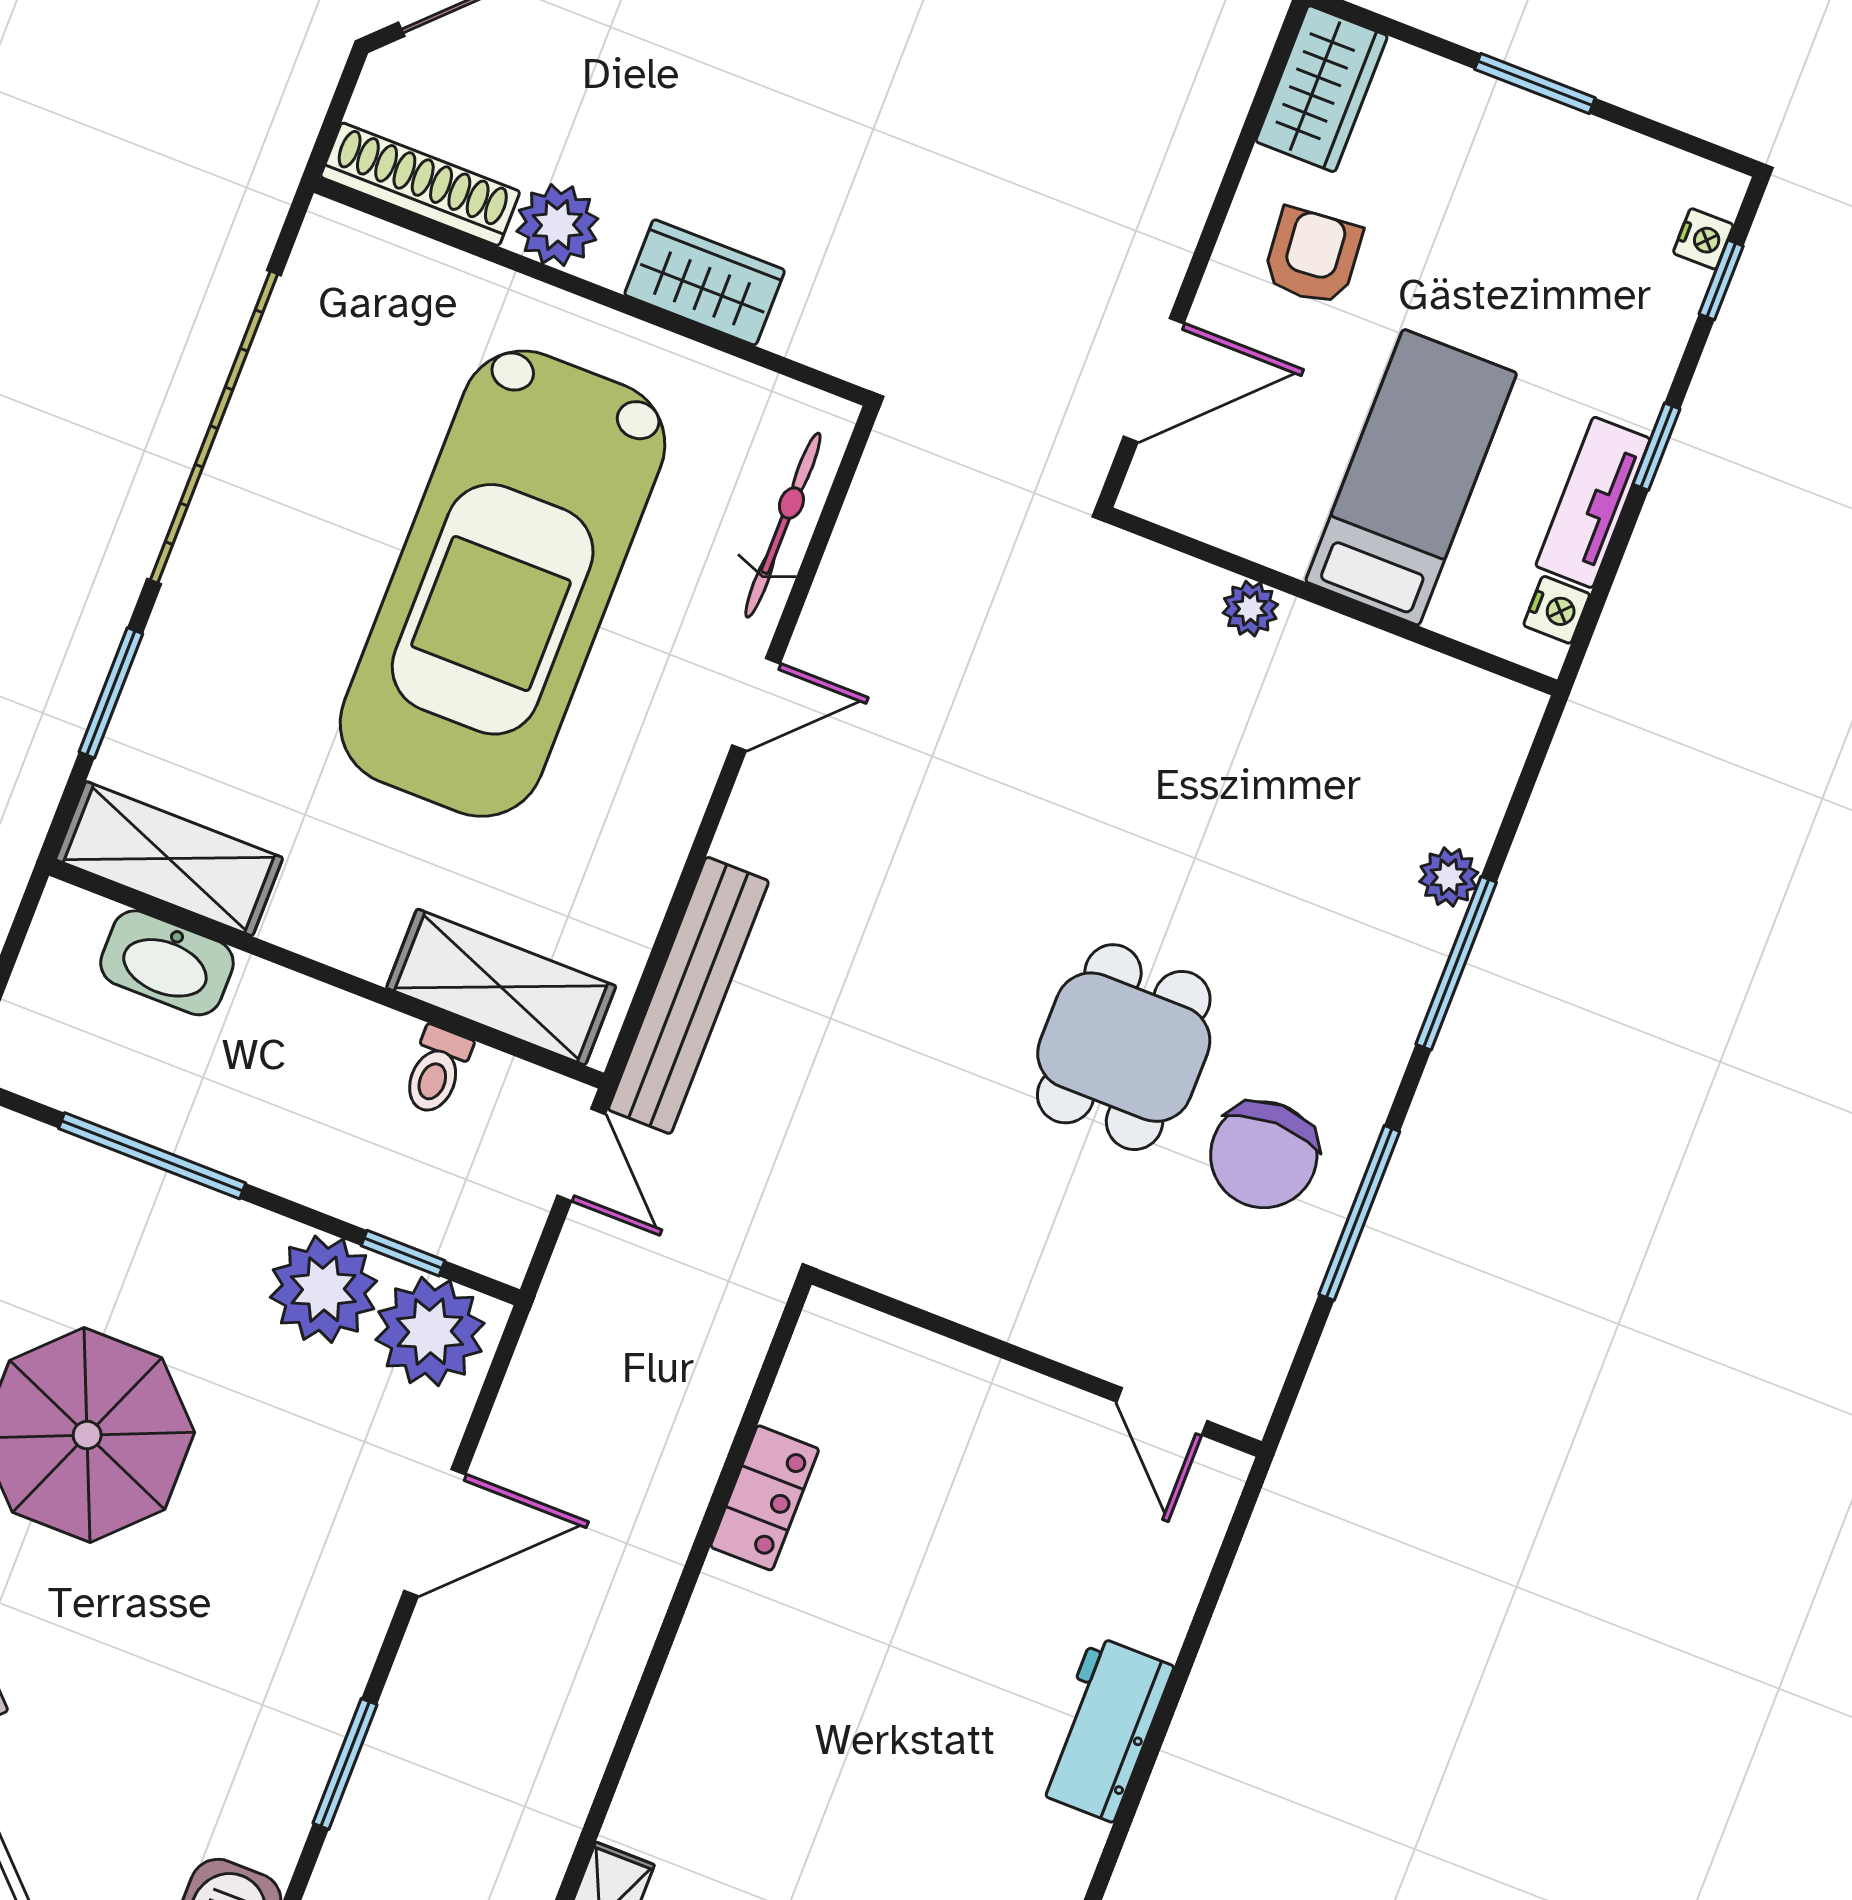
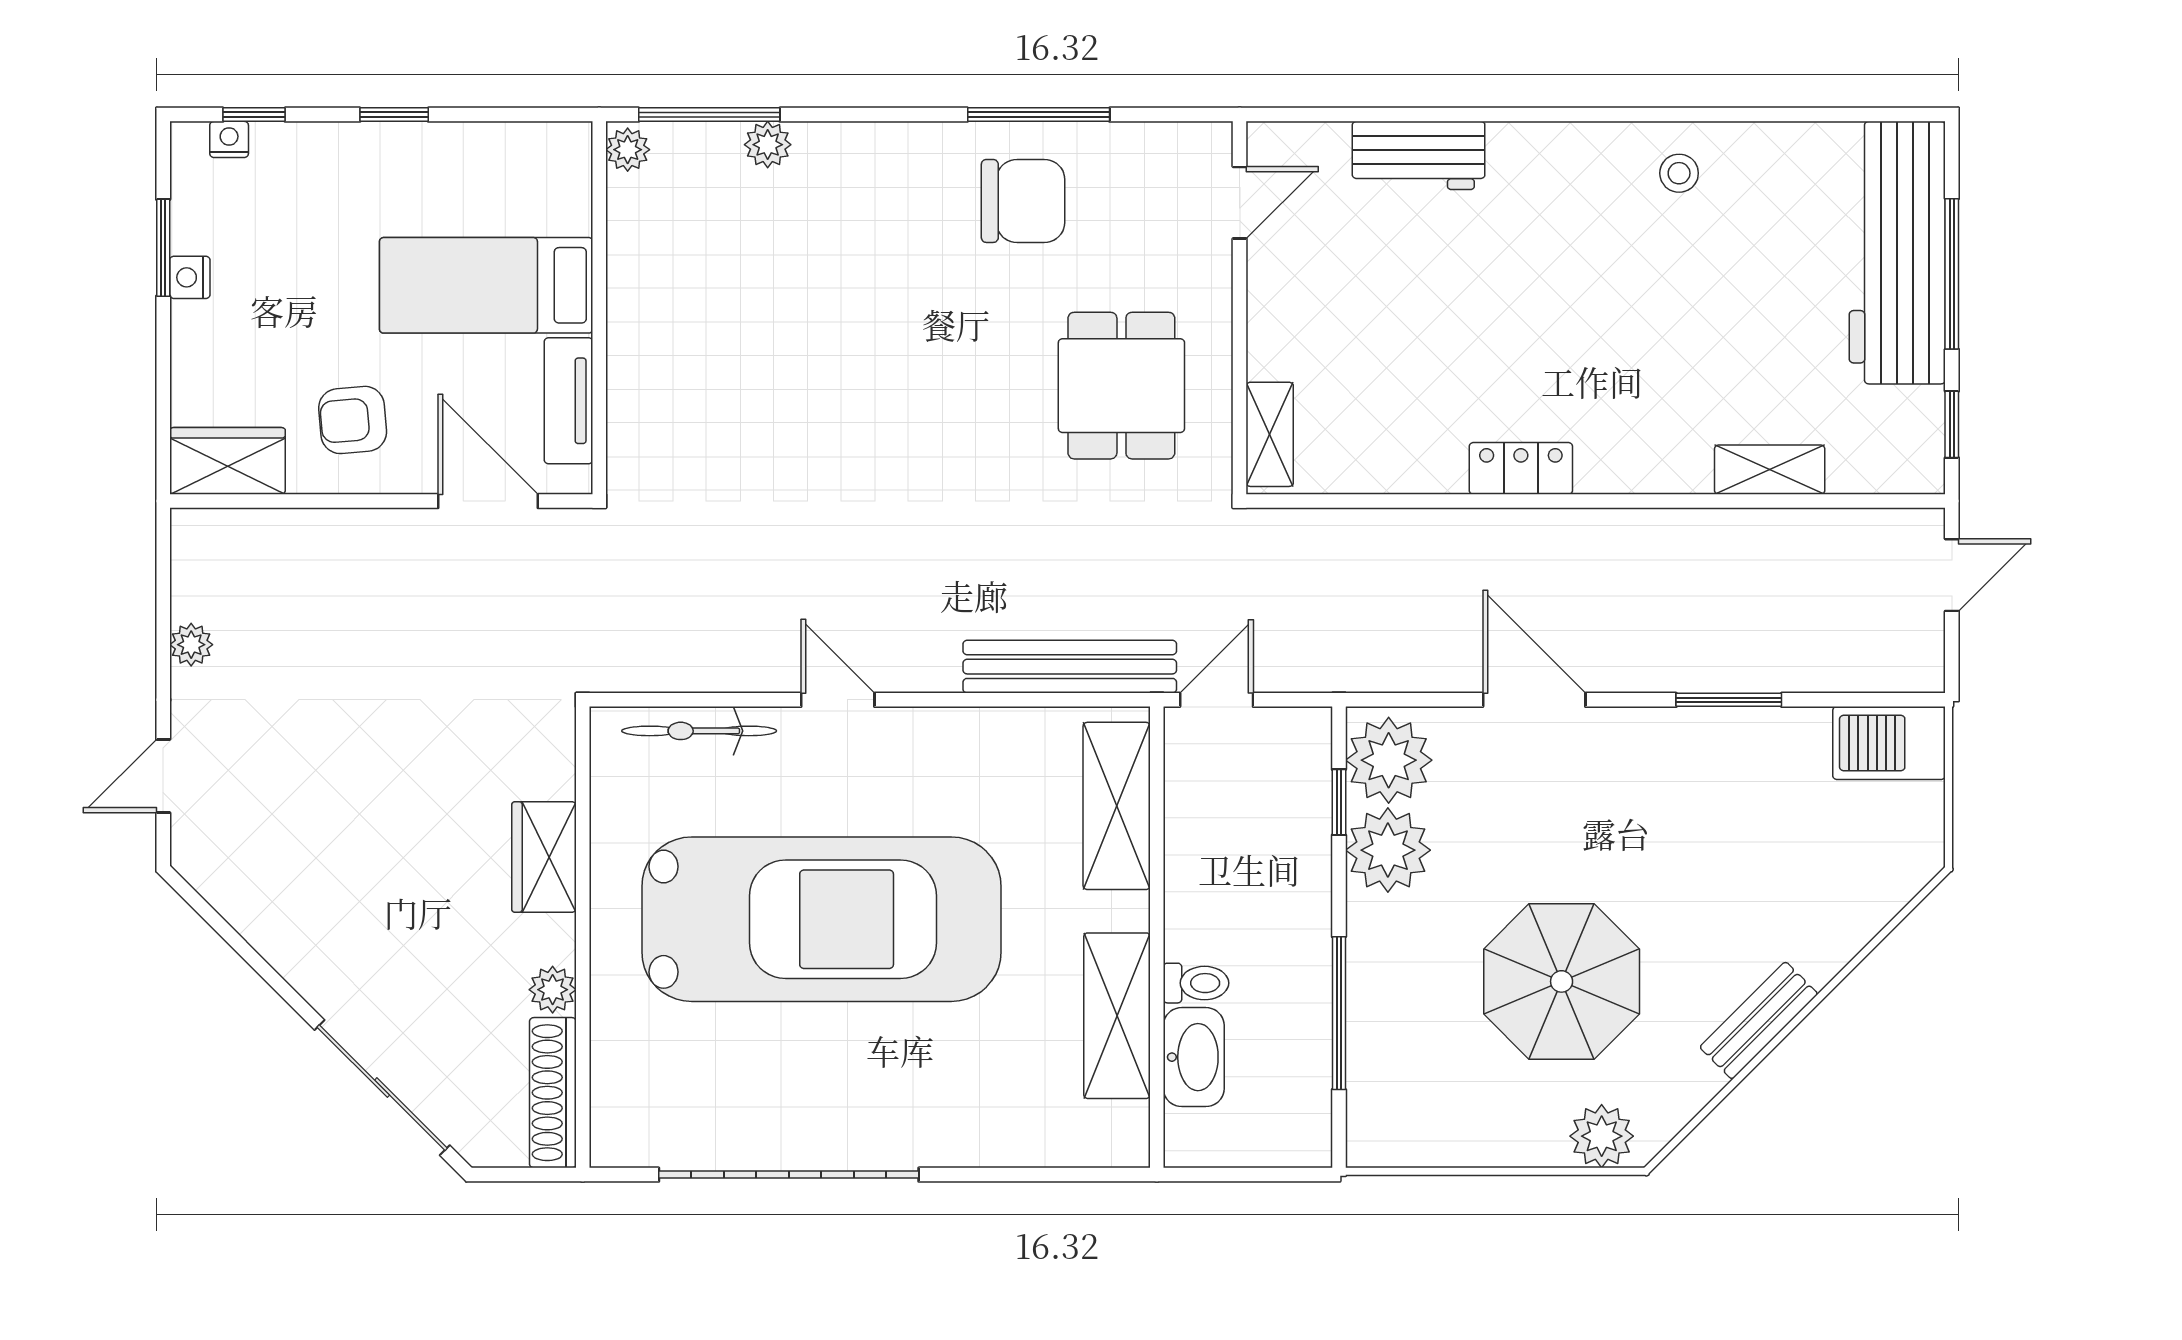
window: (1535, 83) -> (163, 248), moved
plant: (557, 225) -> (553, 990), width x0.73, depth x0.73
tv unit: (1593, 502) -> (569, 401), moved, turned 90
plant: (1250, 609) -> (628, 150), moved
nightstand: (1557, 610) -> (190, 277), moved, turned -90
window: (111, 693) -> (1012, 1175), removed
shelving: (169, 859) -> (1117, 1016), moved
window: (1456, 963) -> (709, 115), moved
dining table: (1124, 1047) -> (1121, 386), moved, turned 90
toilet: (437, 1070) -> (1196, 983), moved
shelving: (872, 1340) -> (1270, 434), added
locker: (765, 1498) -> (1521, 468), moved
workbench: (1103, 1729) -> (1419, 155), moved

